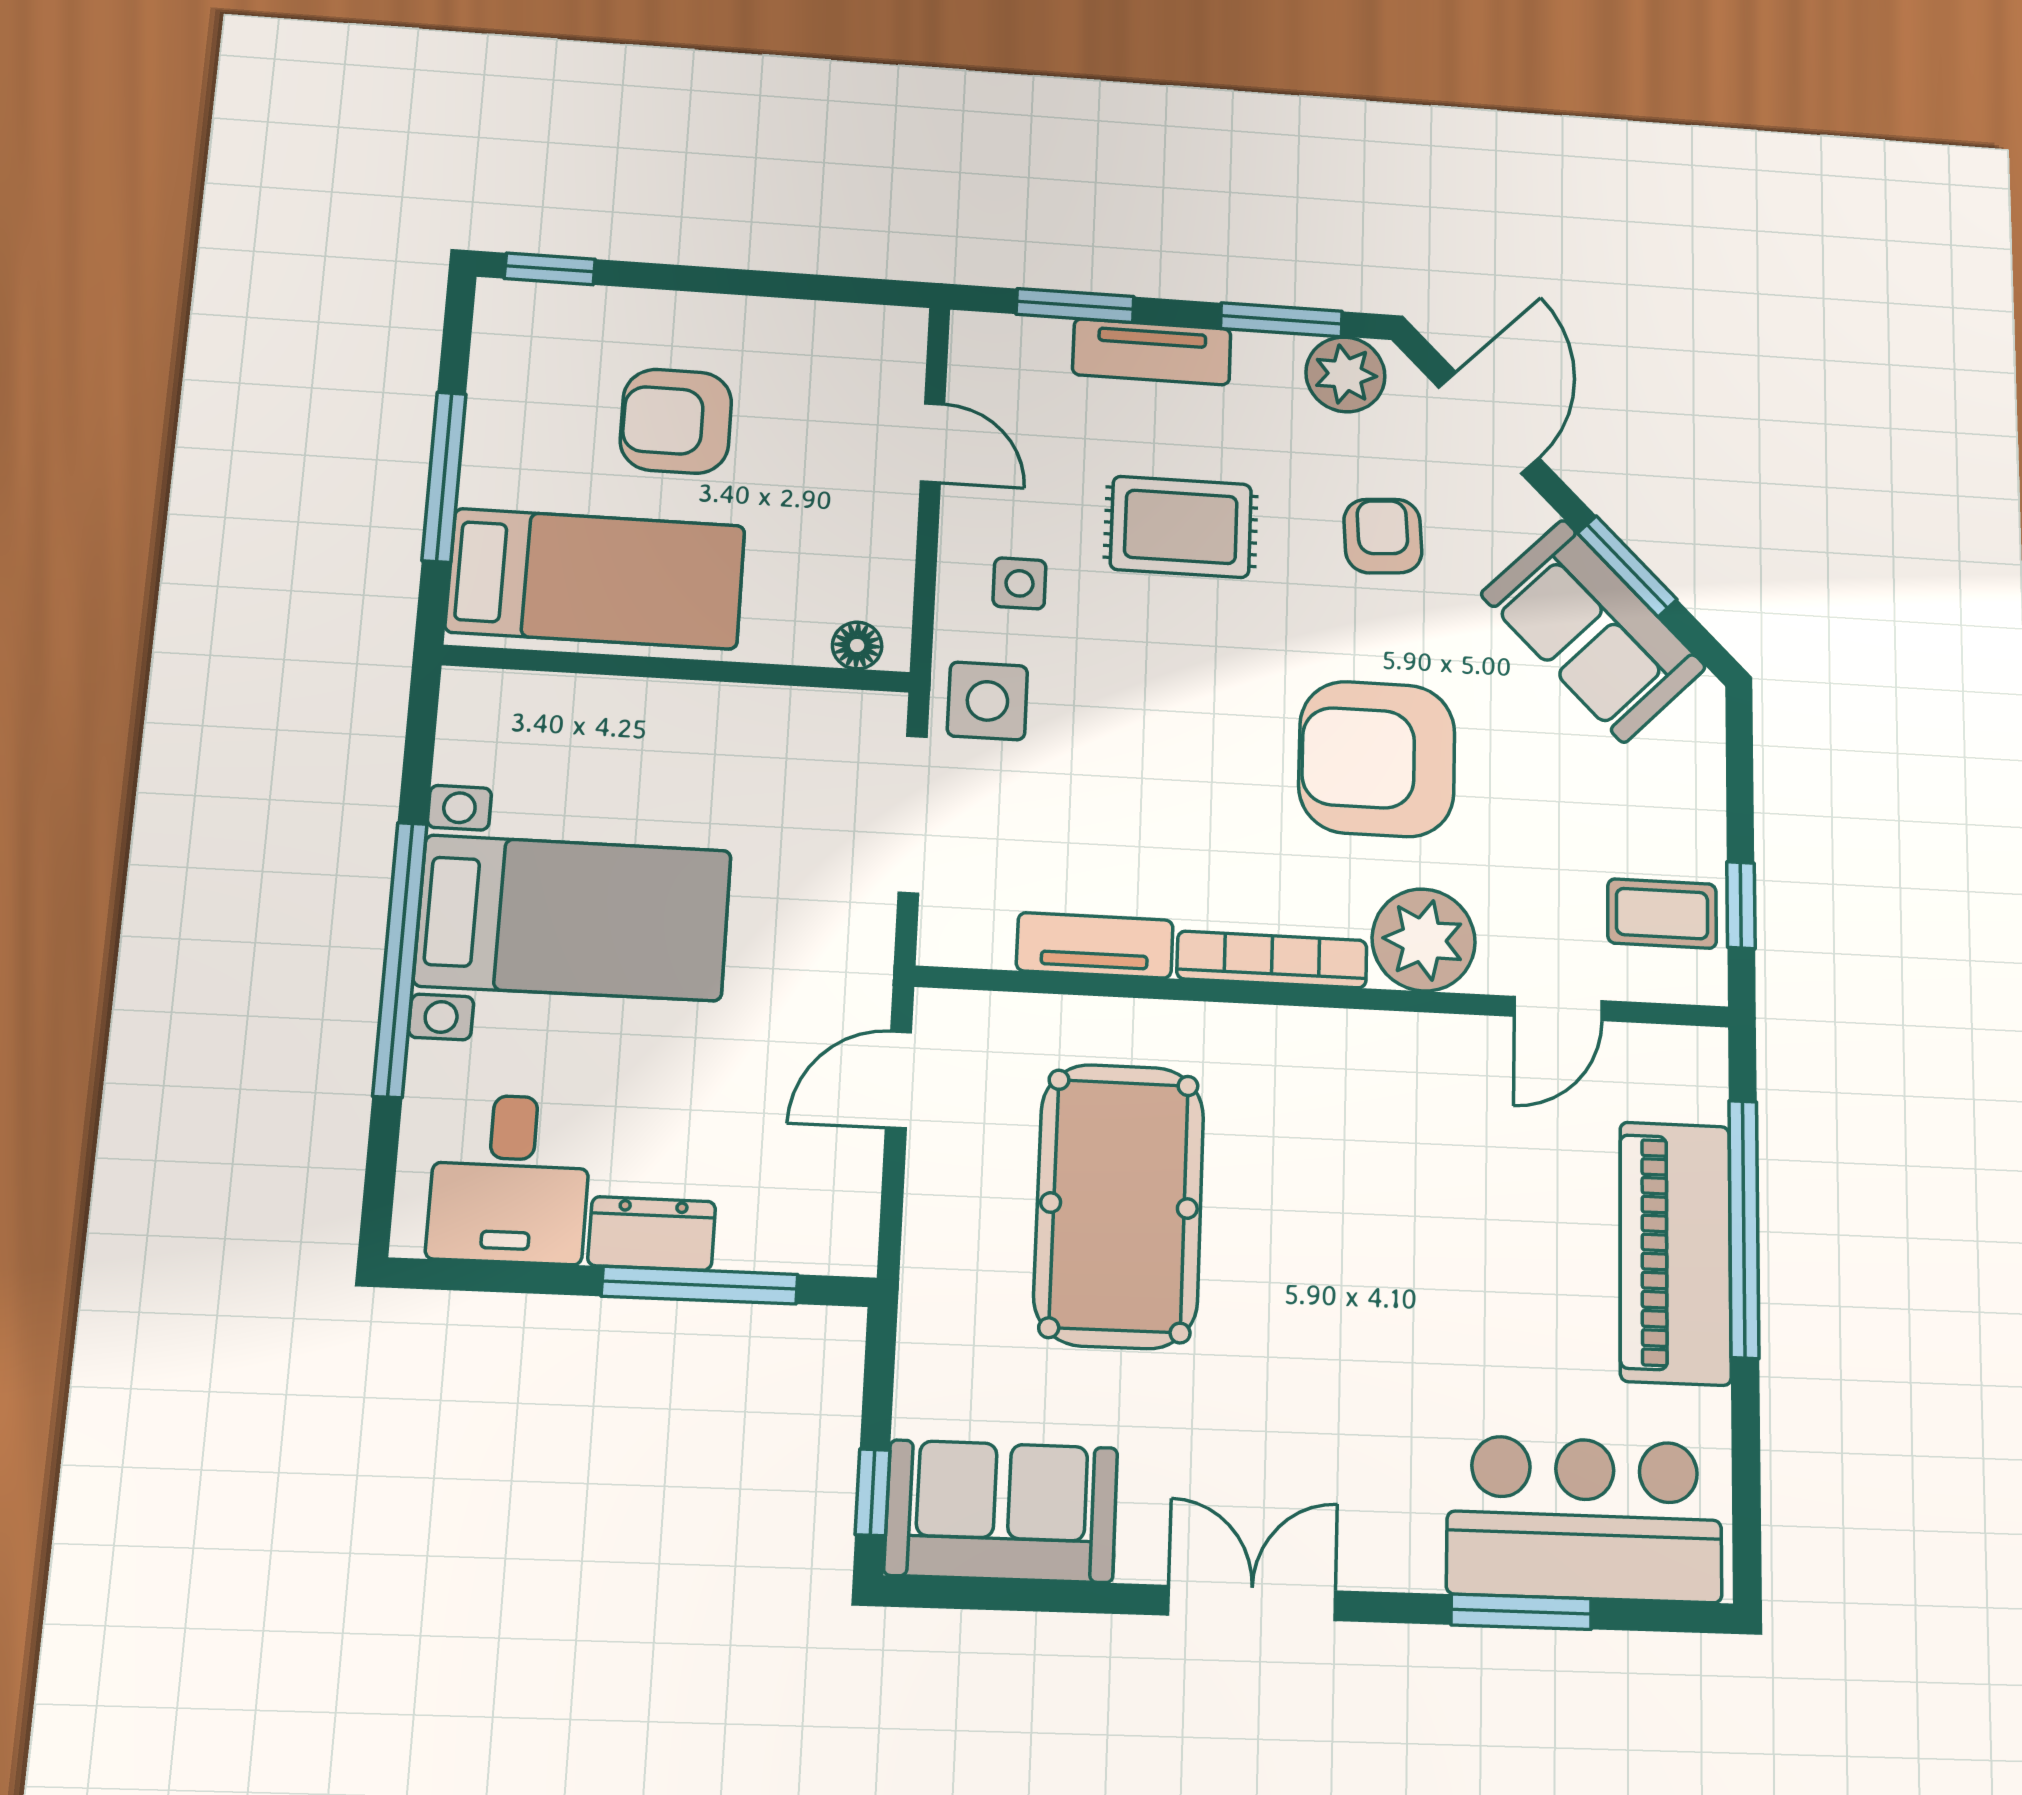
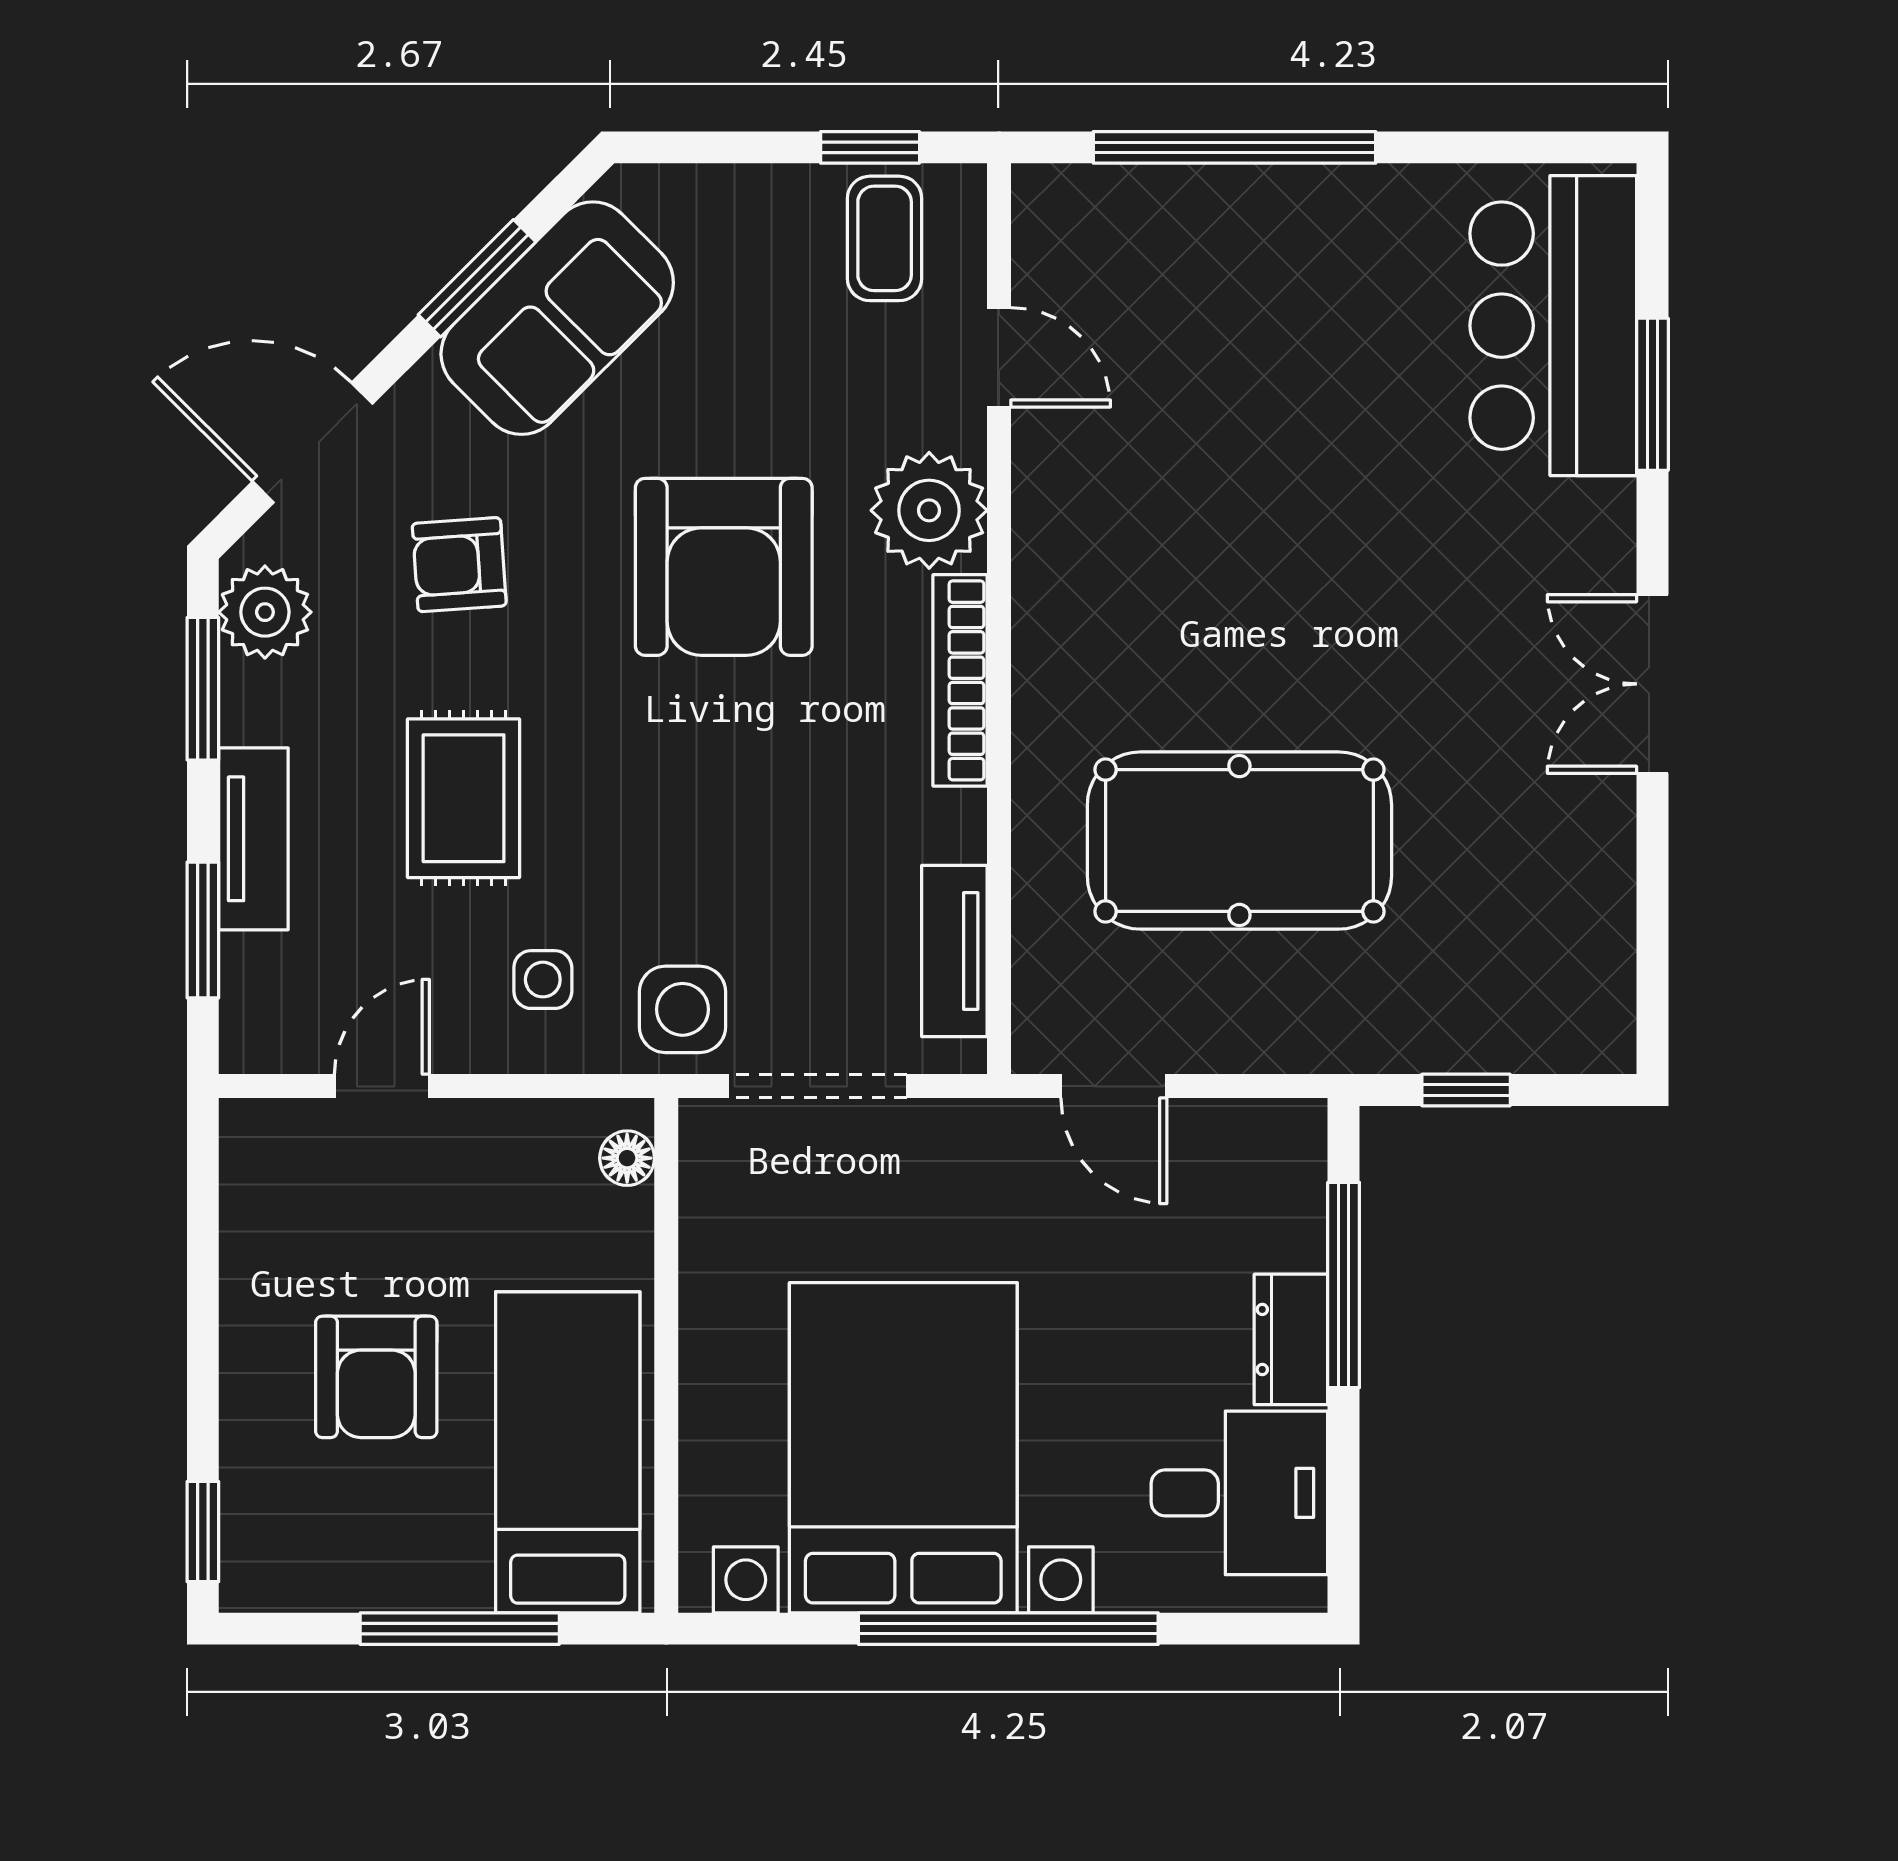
bed with nightstands: (573, 918) -> (903, 1448), width x1.36
tv unit: (1095, 945) -> (954, 951), moved
piano: (1675, 1253) -> (1265, 225), removed
window: (873, 1492) -> (1466, 1090), moved
sofa: (1001, 1511) -> (1567, 953), removed

